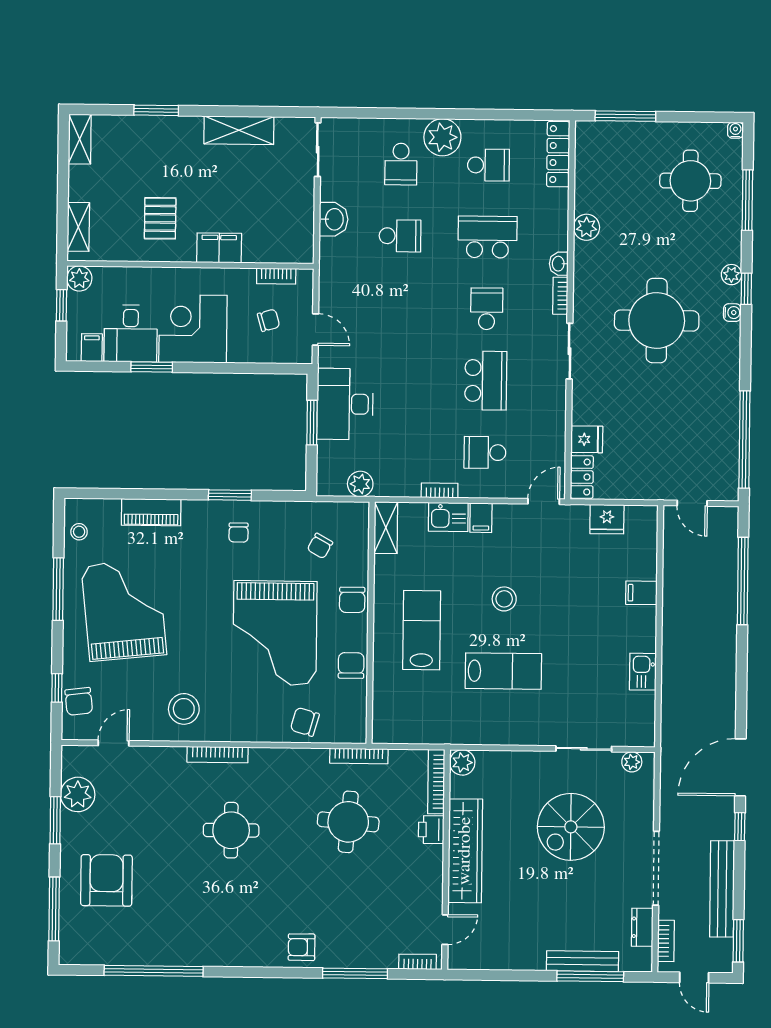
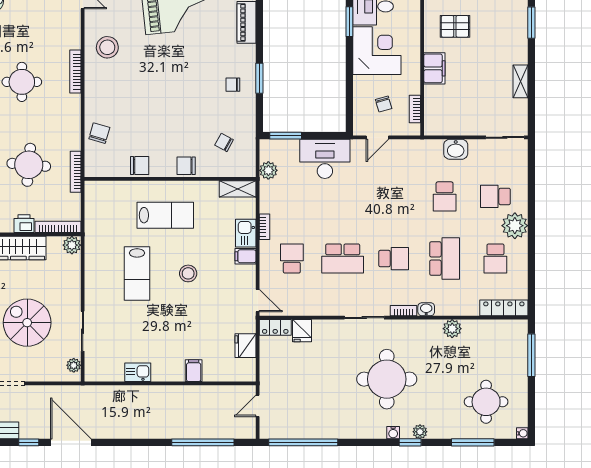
shelving: (239, 130) -> (520, 81), width x0.67, depth x0.75
window: (312, 423) -> (286, 136), moved
grand piano: (275, 633) -> (162, 111), removed

